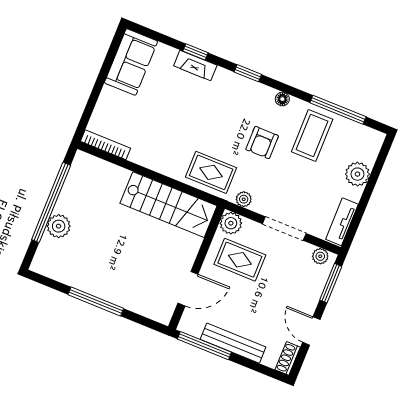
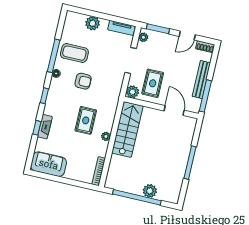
window: (338, 110) -> (54, 56), moved
rug: (211, 172) -> (86, 120), moved
plant: (244, 199) -> (106, 136), moved

